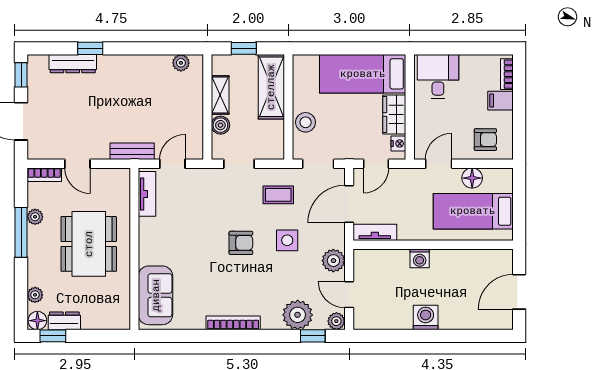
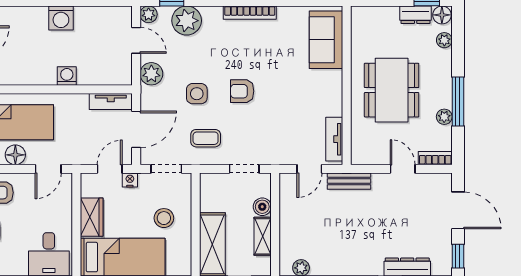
stool: (306, 122) -> (164, 218), moved
nightstand: (398, 144) -> (130, 180), moved, turned 90

